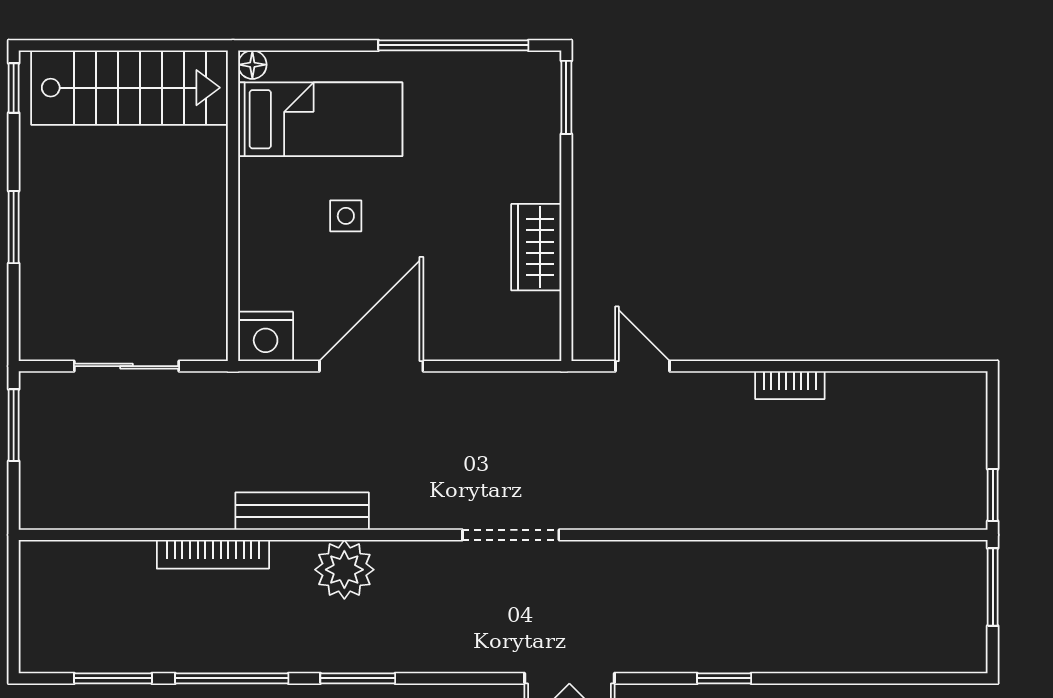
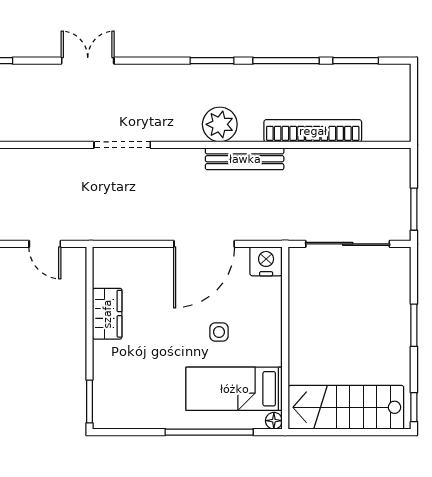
window: (453, 45) -> (209, 432), moved
sliding door: (127, 366) -> (348, 244), width x1.37
bookcase: (213, 554) -> (313, 131), width x1.48, depth x1.31

